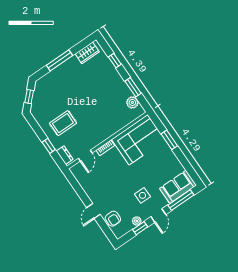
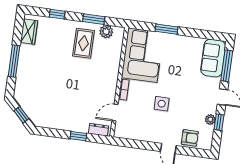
rug: (63, 123) -> (84, 43), moved
door: (85, 156) -> (115, 113), swing flipped
side table: (142, 195) -> (162, 104), moved

